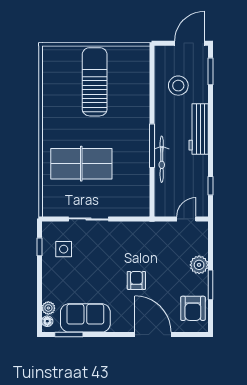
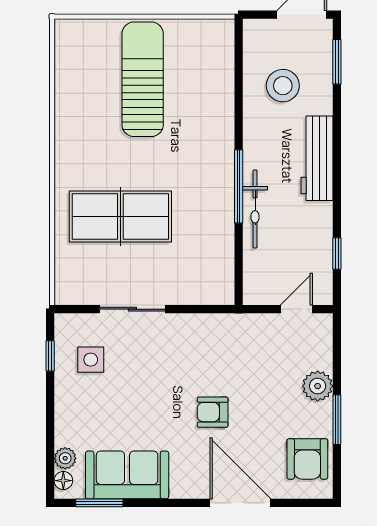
armchair: (136, 280) -> (213, 412), turned -90

